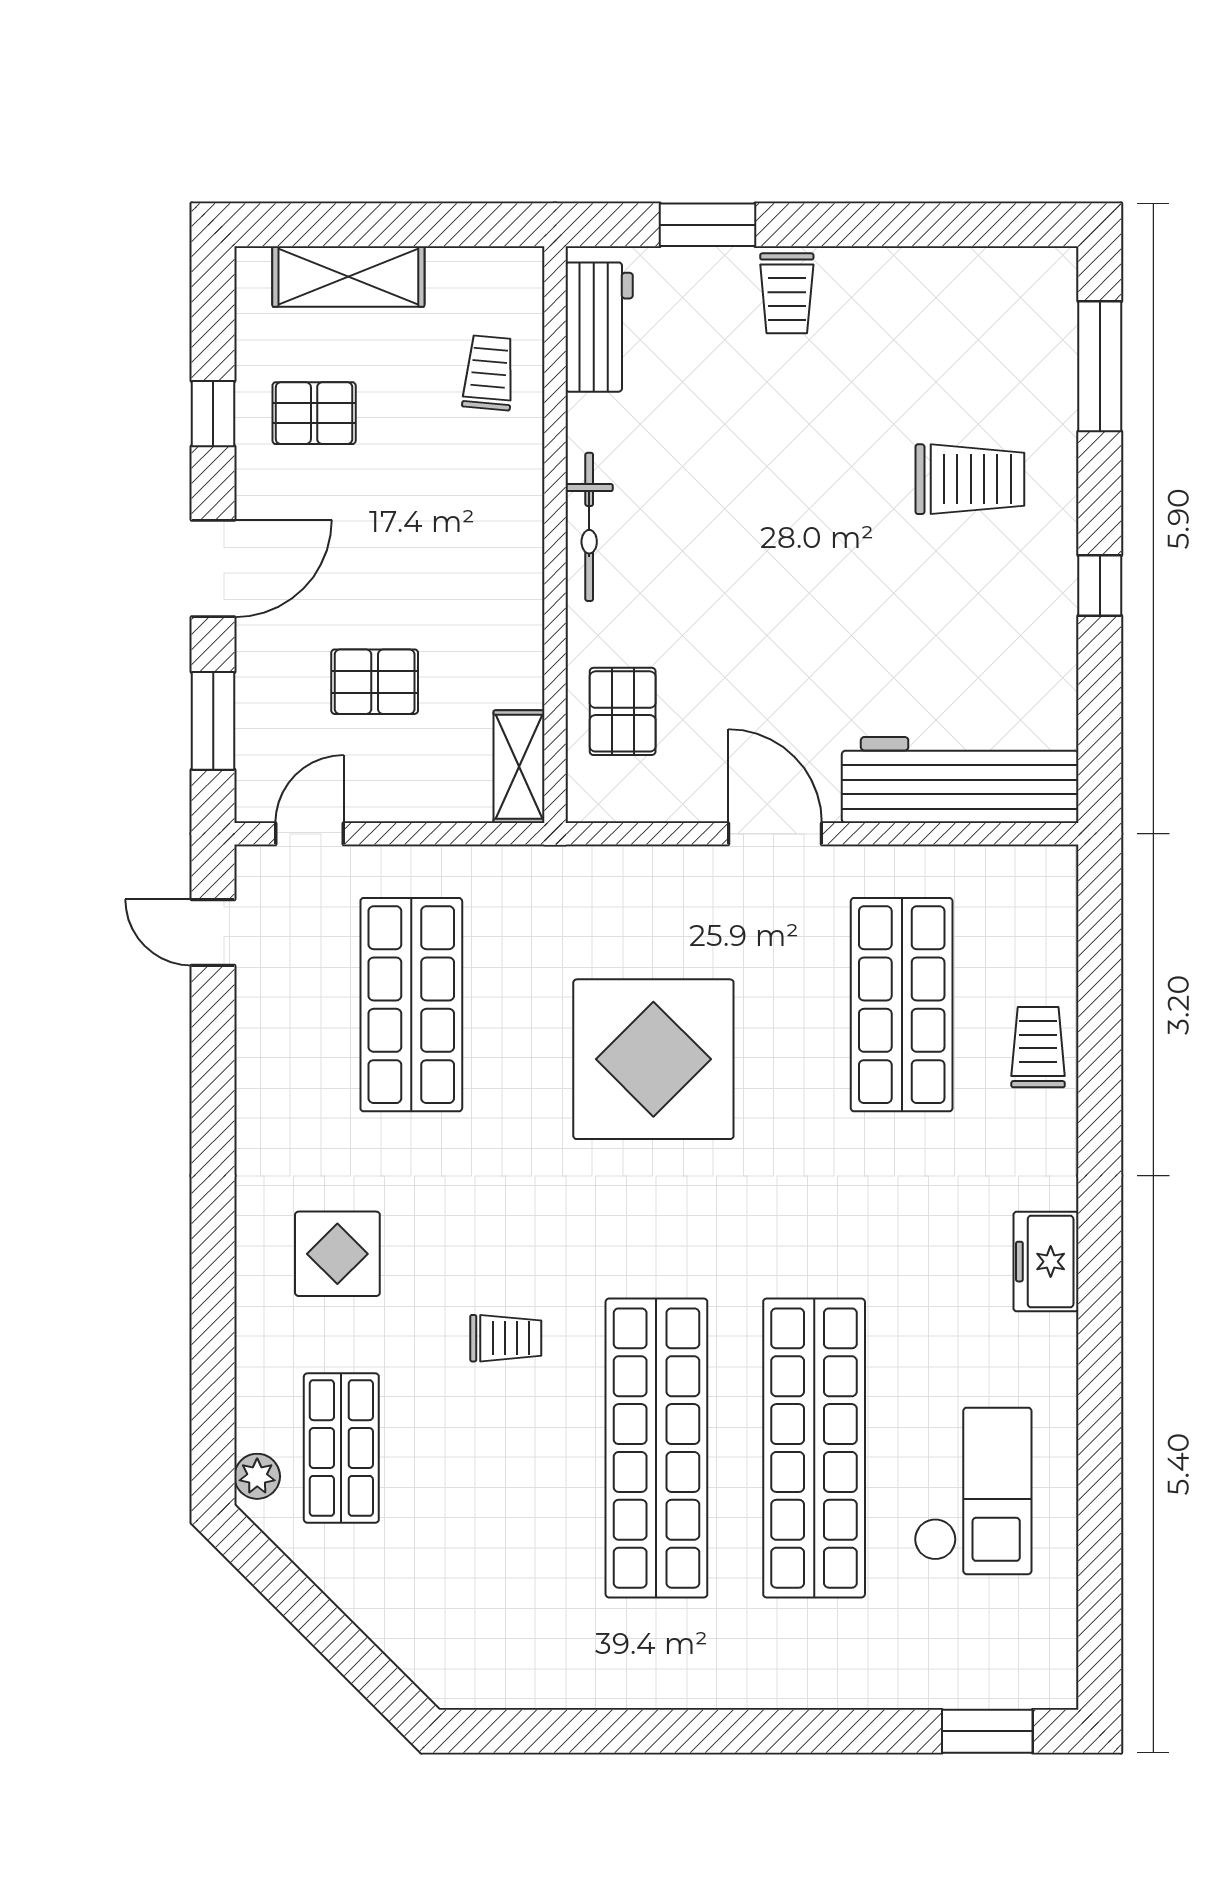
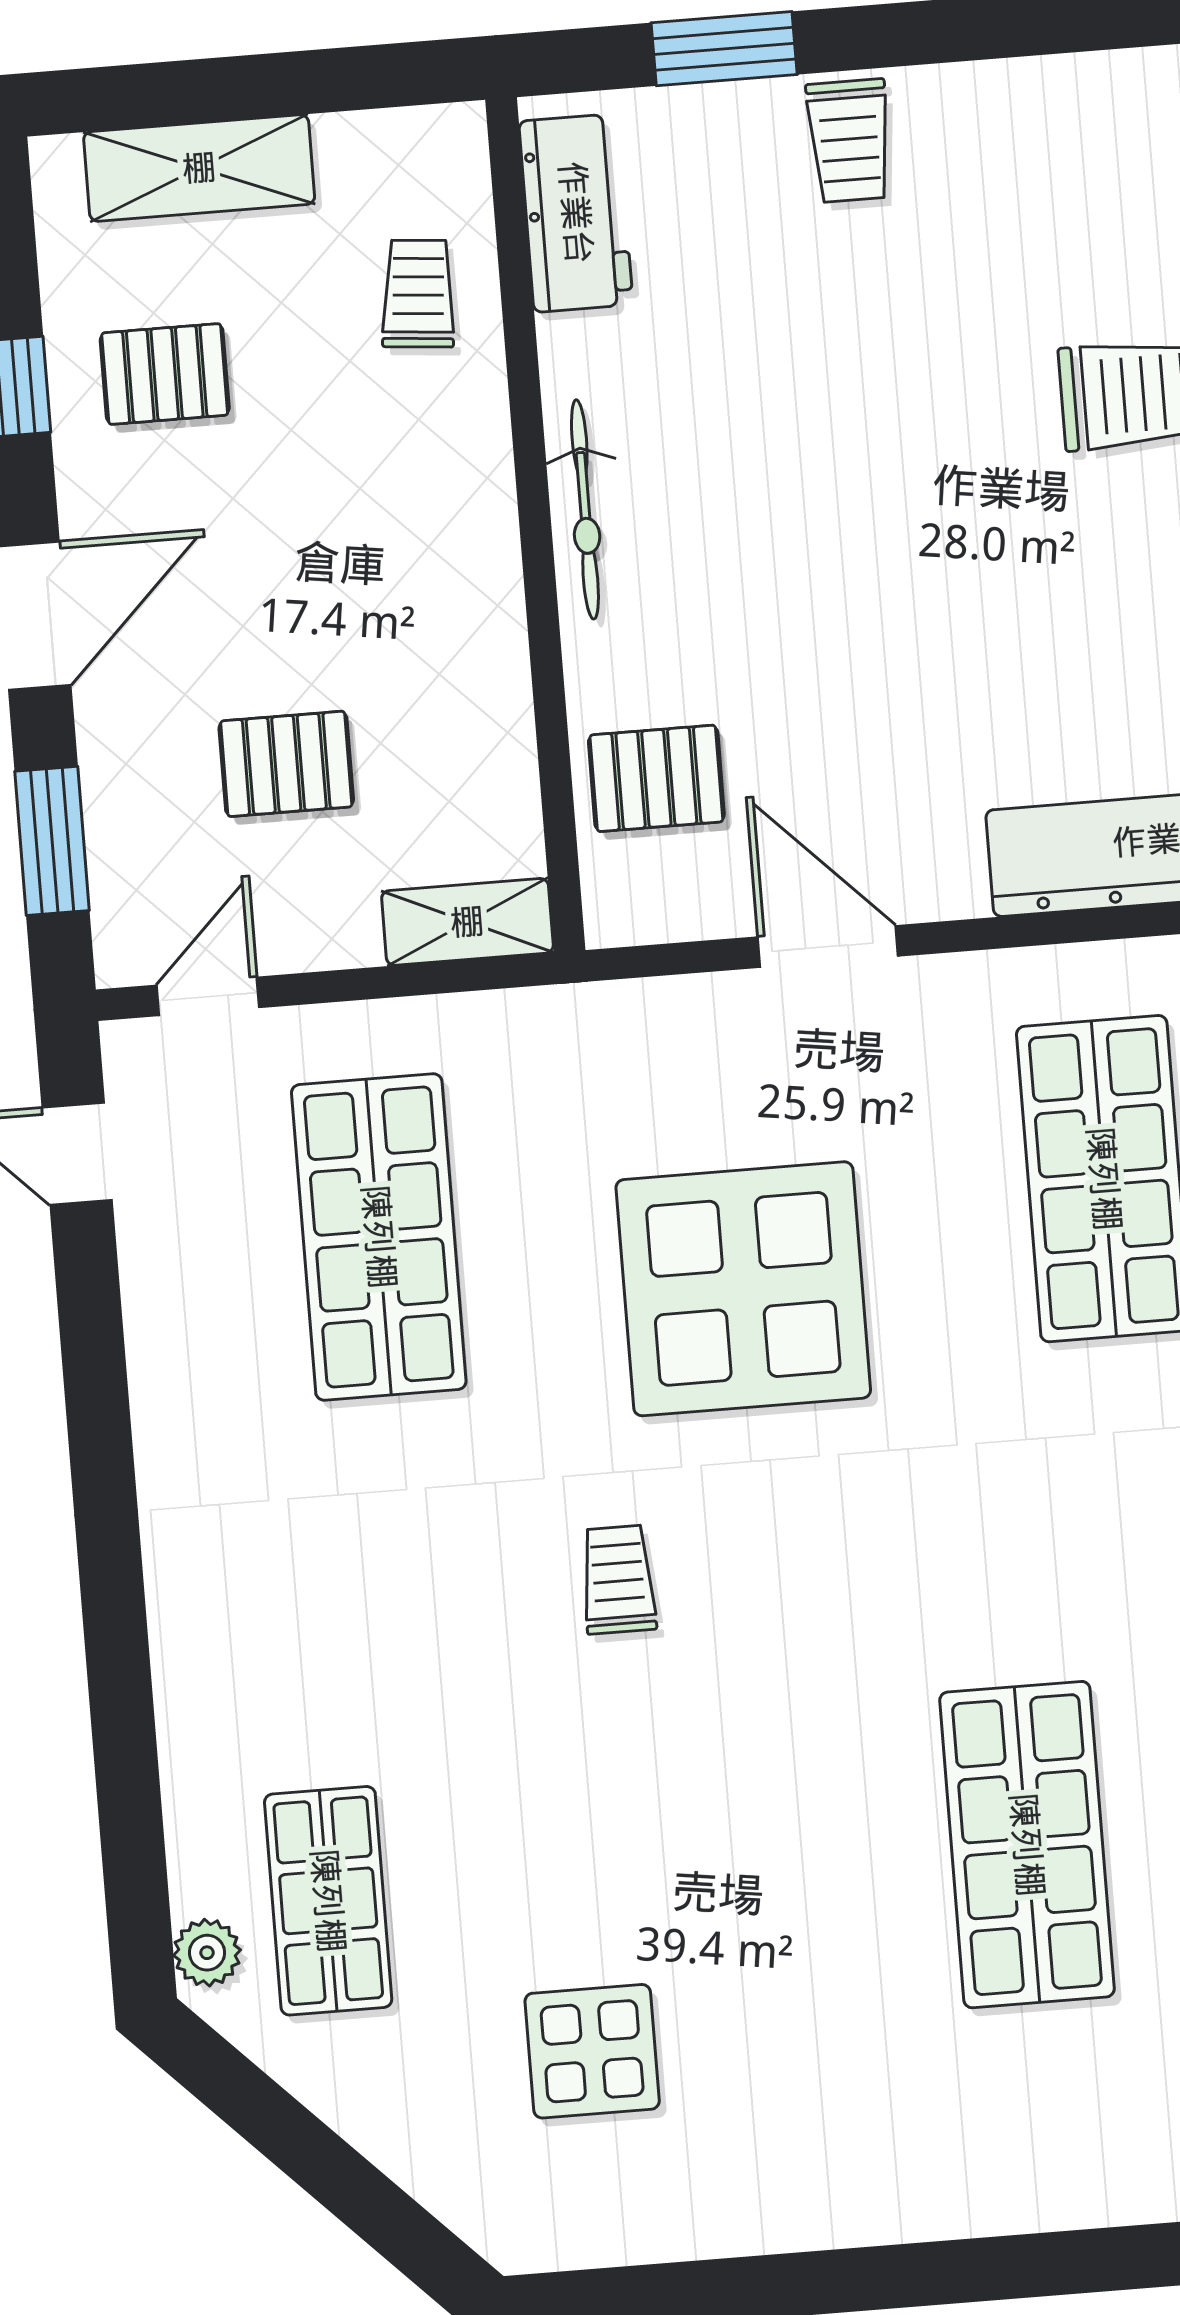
pallet: (623, 711) -> (656, 778), turned 90
shelving: (519, 767) -> (467, 922), moved, turned 90
door: (775, 834) -> (828, 946), moved
display table: (337, 1254) -> (592, 2051), moved
trolley: (506, 1338) -> (618, 1580), moved, turned -90
shop shelf: (656, 1448) -> (794, 1863), removed
shop shelf: (814, 1448) -> (1027, 1845), width x0.71

